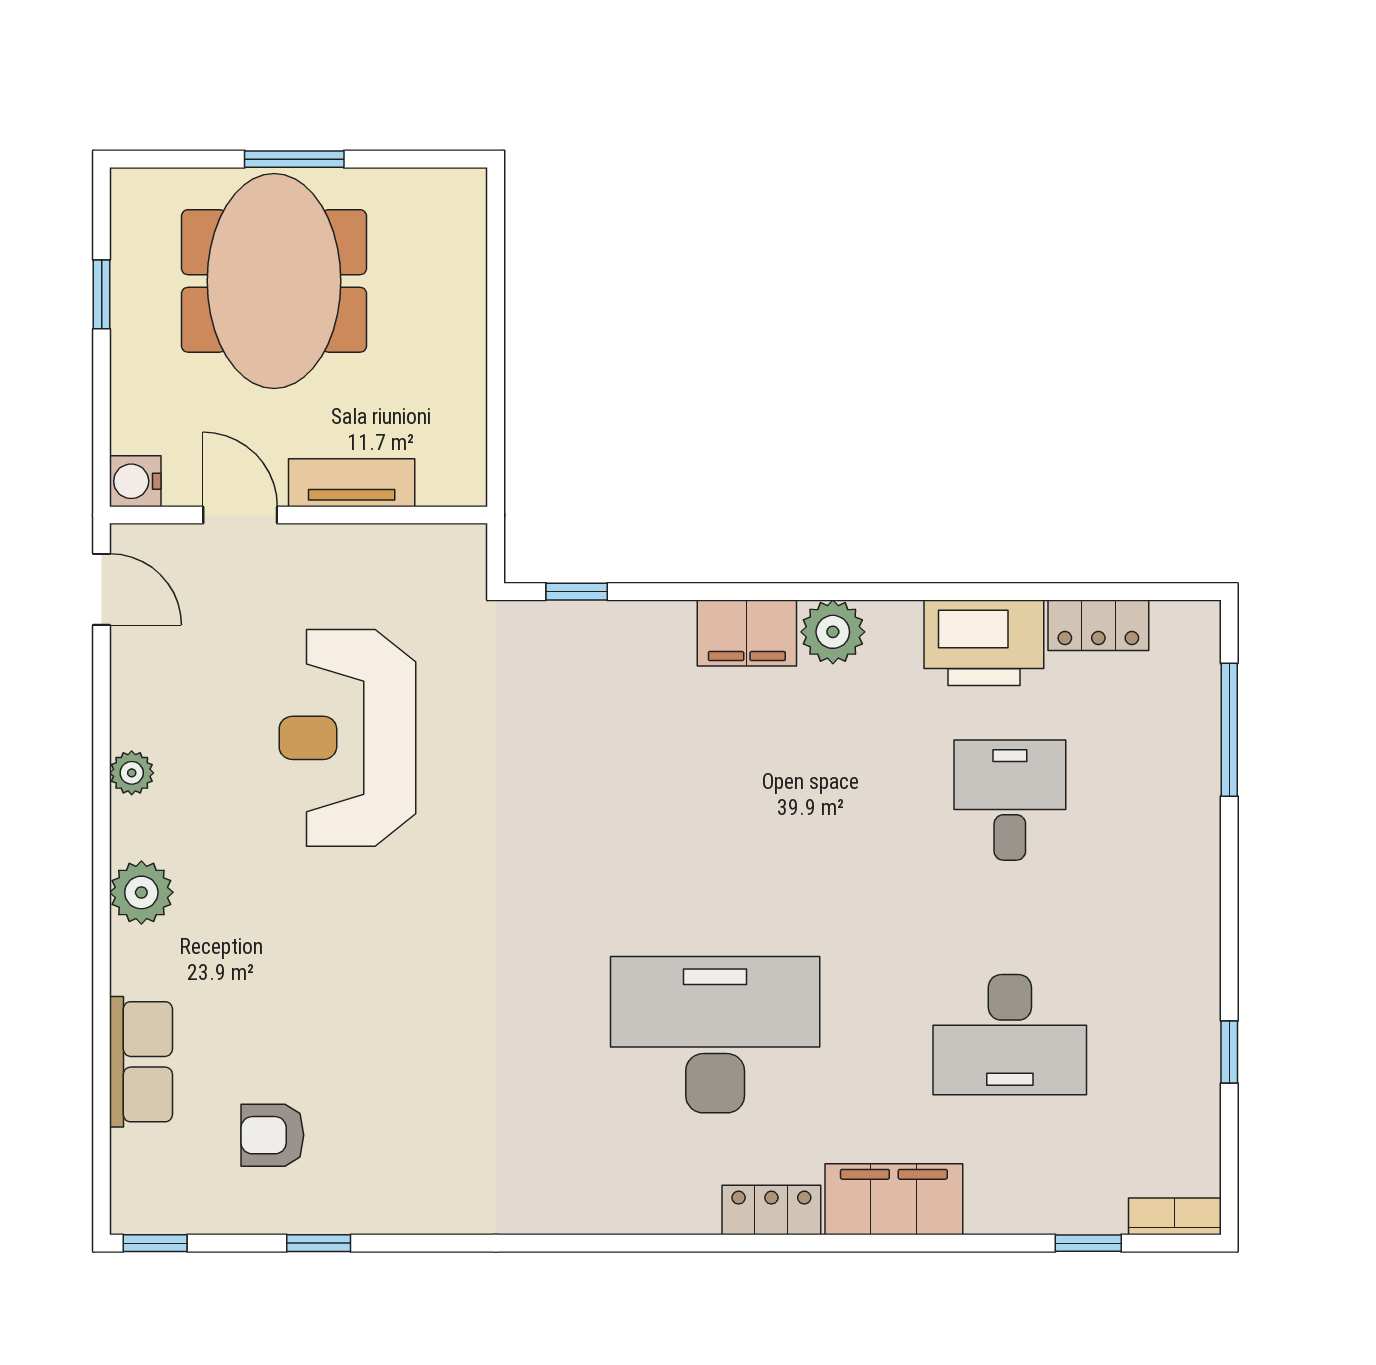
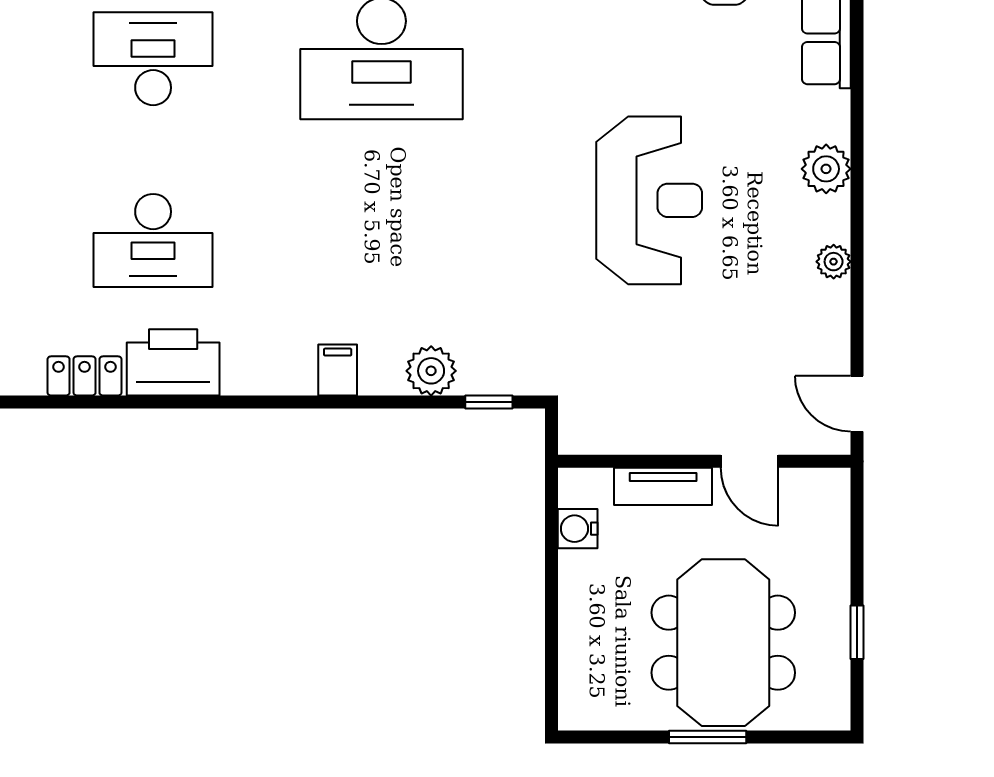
water cooler: (135, 481) -> (578, 529), moved, turned 180
plant: (833, 632) -> (431, 371), moved
filing cabinet: (747, 633) -> (338, 370), width x0.50
reception desk: (347, 738) -> (649, 200), moved
desk: (1010, 800) -> (153, 240), width x1.37

